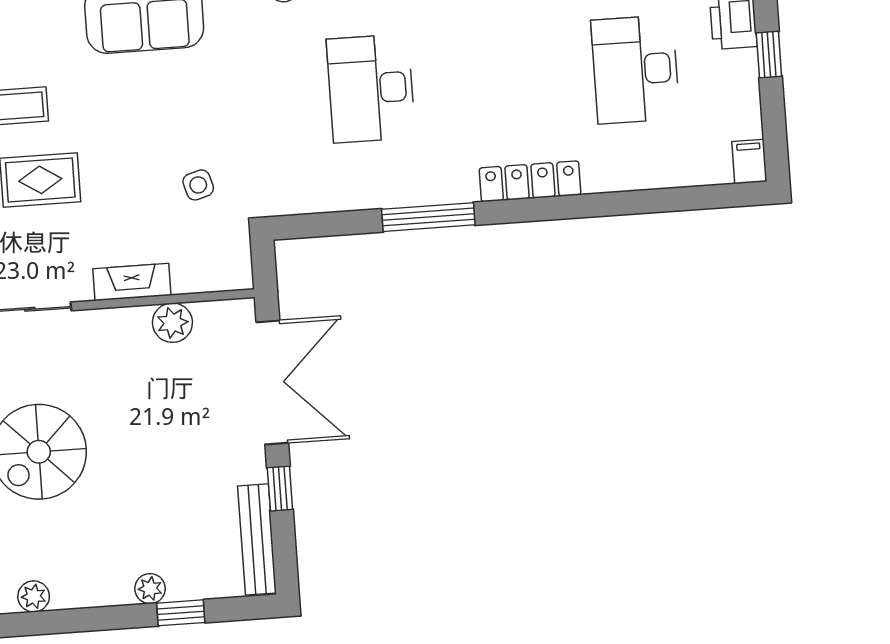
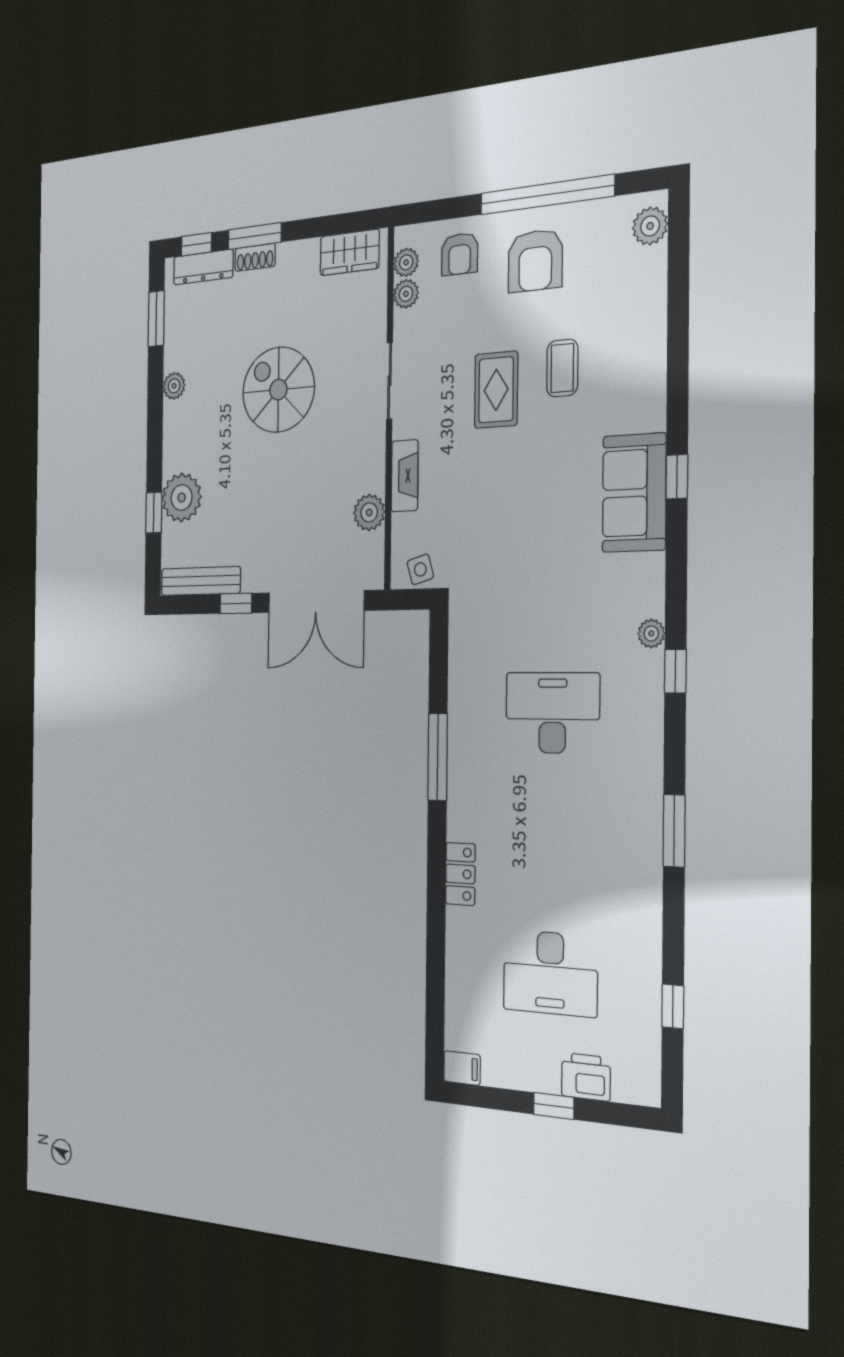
desk: (635, 69) -> (550, 973), turned 180
locker: (530, 181) -> (460, 874), width x0.66
side table: (198, 185) -> (420, 569), moved
plant: (150, 589) -> (182, 498), width x1.88, depth x1.88

